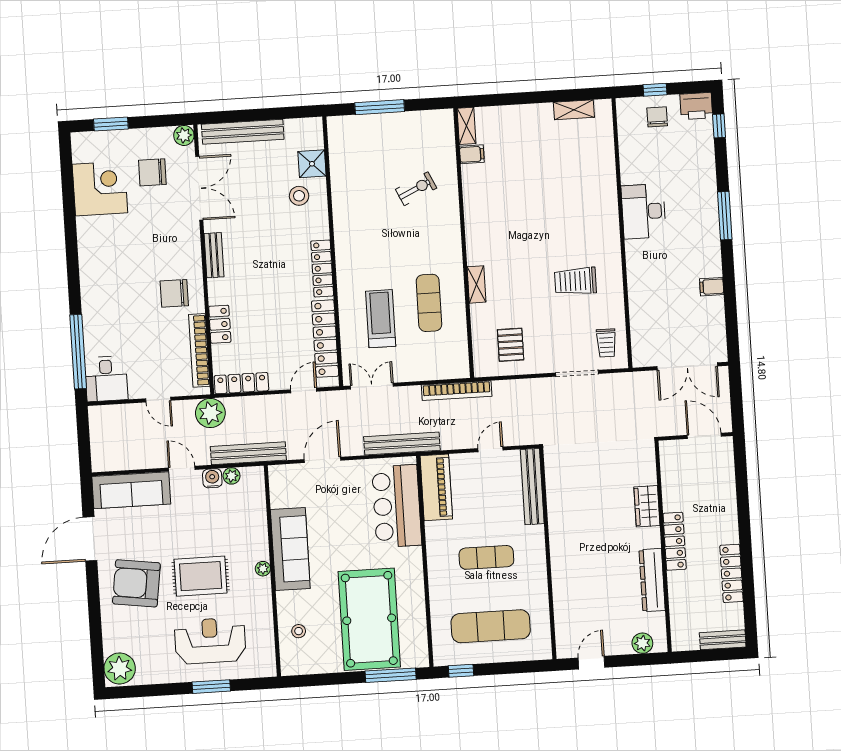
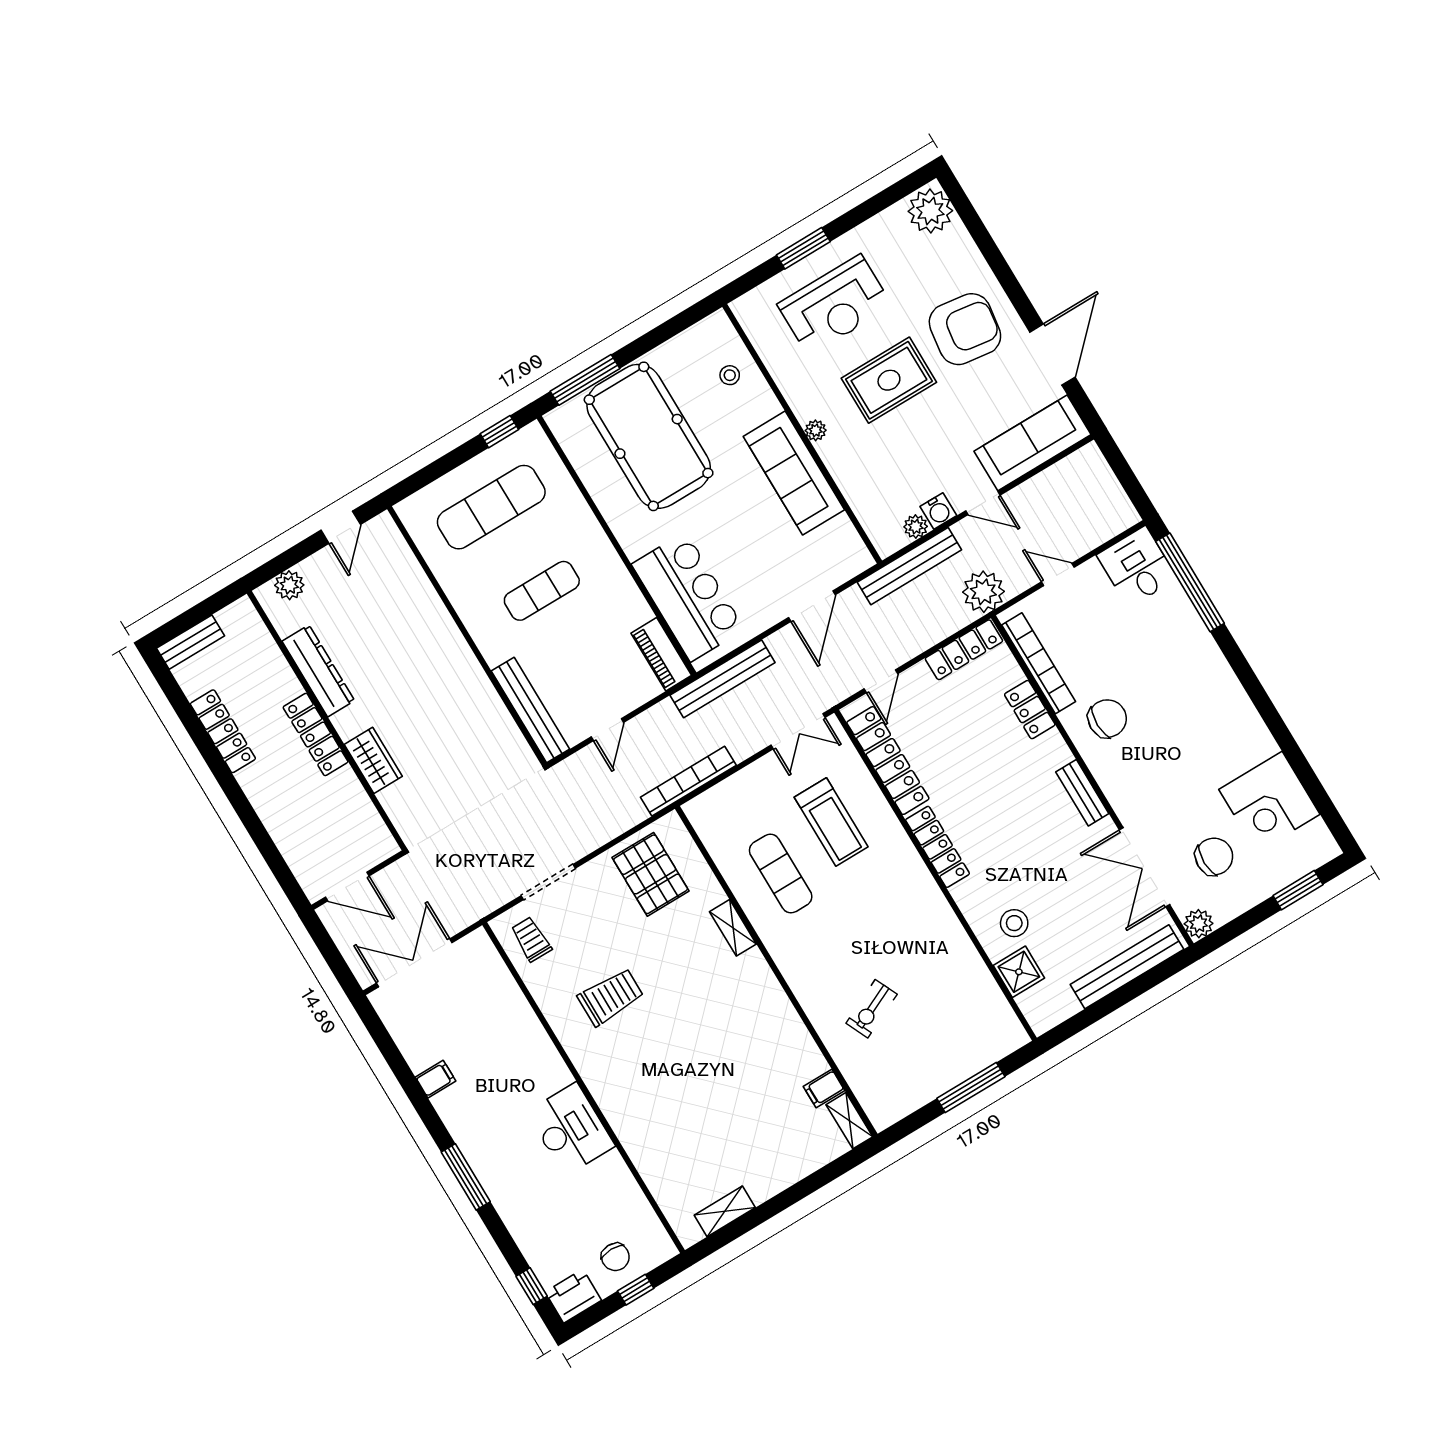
pallet: (511, 345) -> (651, 874), width x1.50, depth x1.42
piano: (436, 487) -> (661, 654), width x0.73, depth x0.75

